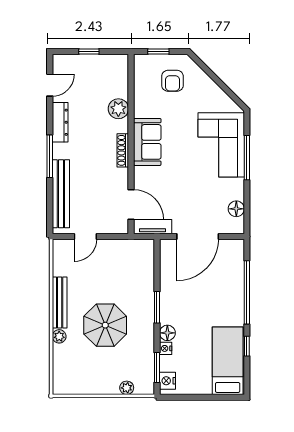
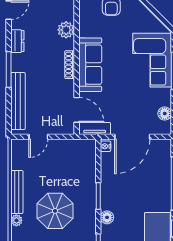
dresser: (60, 122) -> (17, 41), width x0.70
sofa: (147, 142) -> (90, 65), width x1.36
nightstand: (166, 348) -> (106, 146), moved

